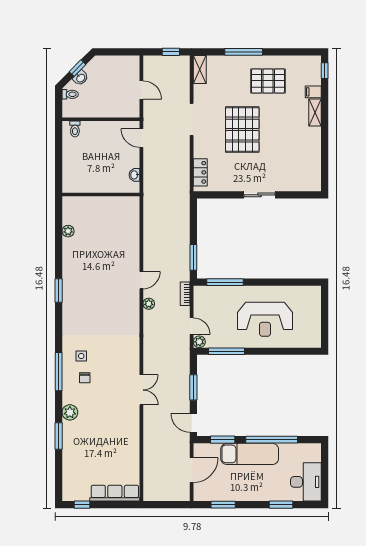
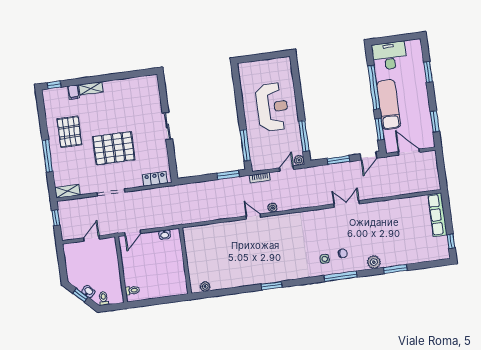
plant: (68, 231) -> (205, 286), moved
desk: (306, 482) -> (389, 56), moved

